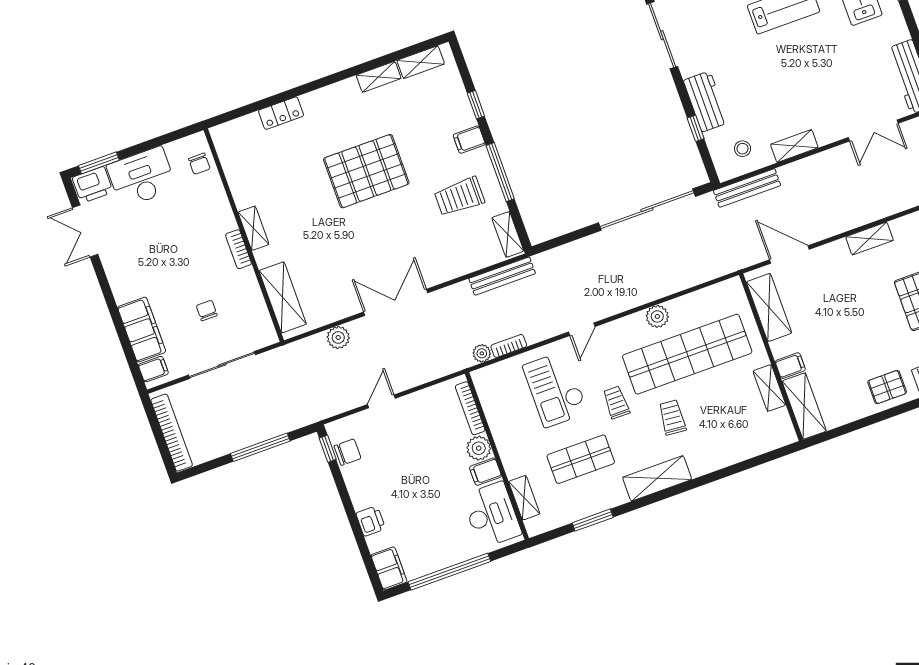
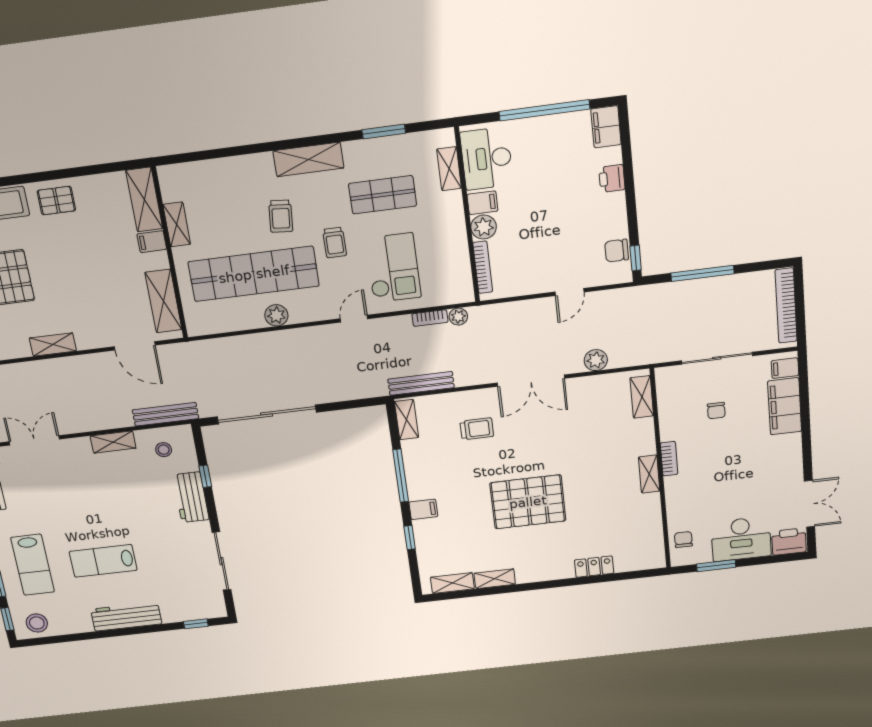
window: (99, 163) -> (716, 566), moved
trolley: (459, 197) -> (477, 429), moved, width x0.73, depth x0.72
shelving: (283, 297) -> (642, 397), width x0.67, depth x0.75

